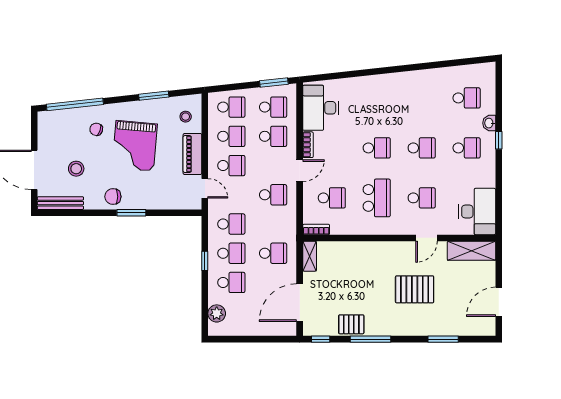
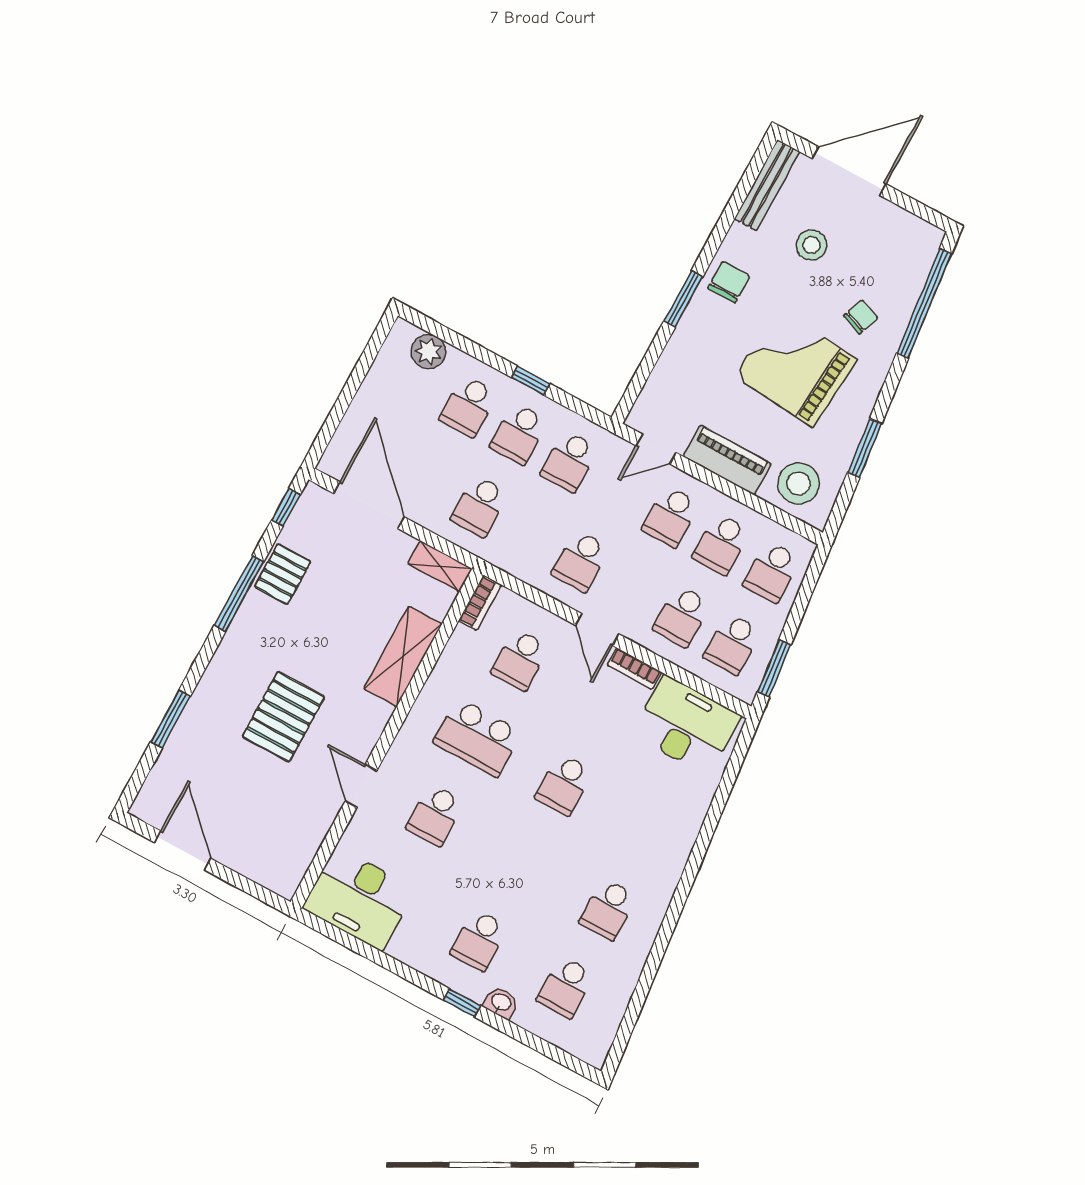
stool: (186, 117) -> (798, 483), width x1.89, depth x1.89
school desk: (422, 148) -> (608, 909), moved
shelving: (471, 251) -> (403, 656), moved

